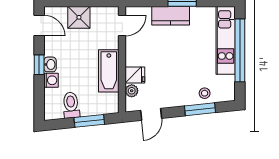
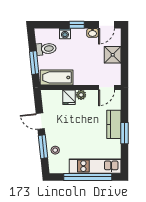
door: (122, 26) -> (107, 87), hinge flipped
washbasin: (50, 64) -> (92, 33), moved
bathtub: (109, 71) -> (57, 77), moved
plant: (132, 91) -> (81, 95), moved
door: (151, 114) -> (40, 121), moved

